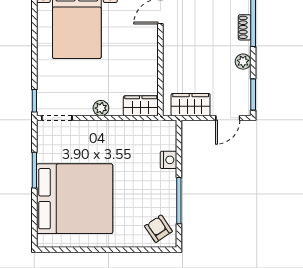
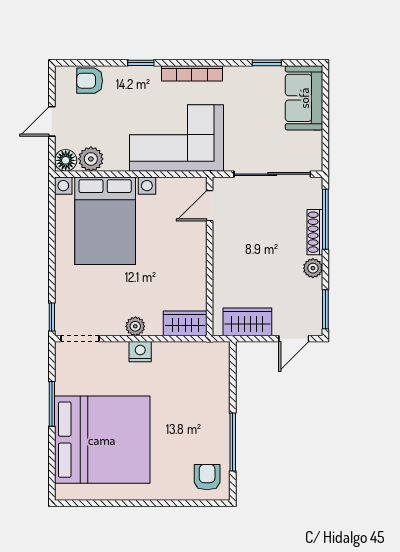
shoe rack: (245, 27) -> (315, 232), width x1.43
nightstand: (169, 160) -> (140, 352), moved, turned -90
armchair: (158, 229) -> (207, 477), turned 34

